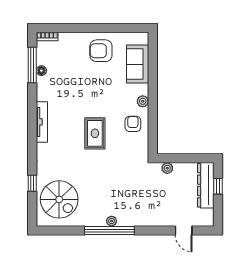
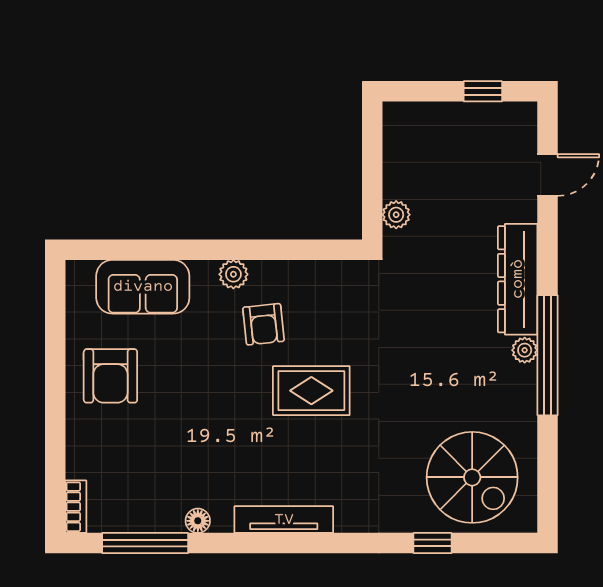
floor lamp: (41, 71) -> (198, 521), moved
armchair: (133, 124) -> (264, 324), moved, turned -96
dresser: (206, 185) -> (518, 279), moved, turned 90
window: (218, 186) -> (483, 91), moved
spiral stairs: (59, 199) -> (472, 477), turned 90

